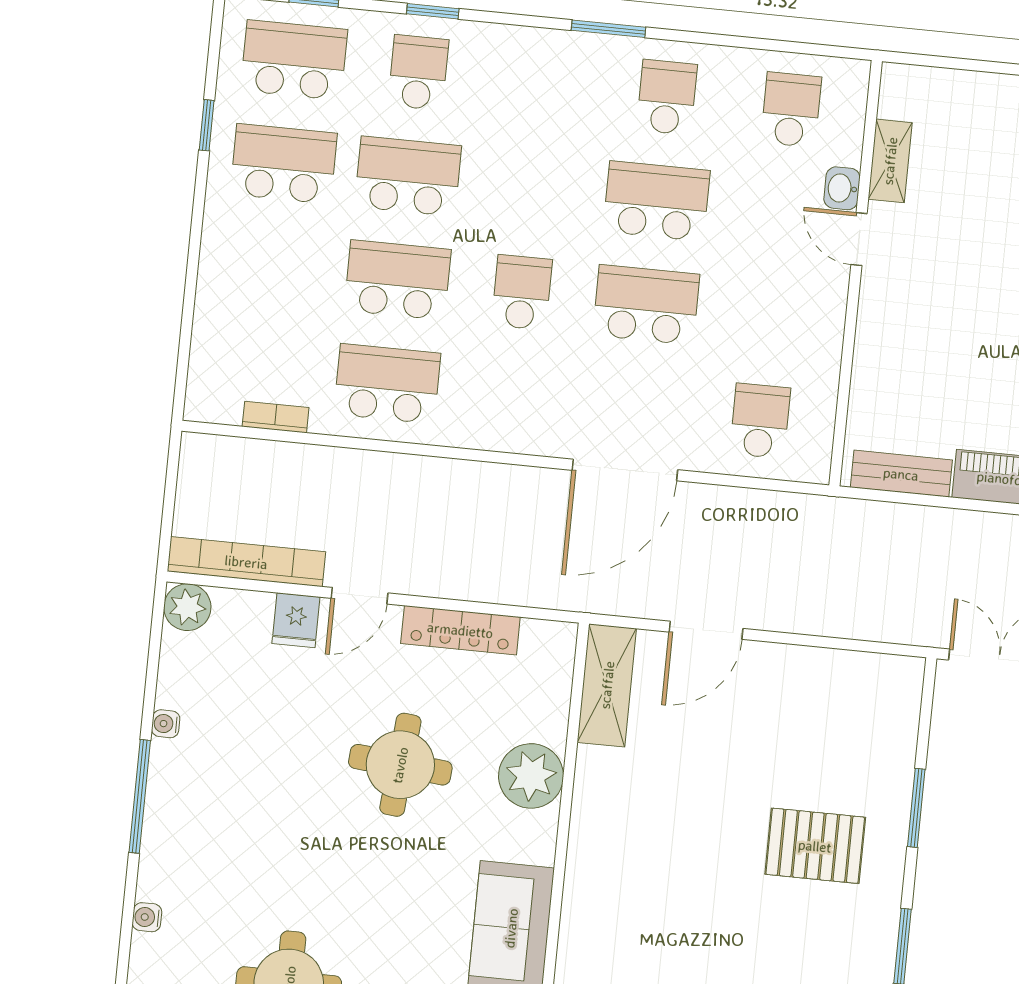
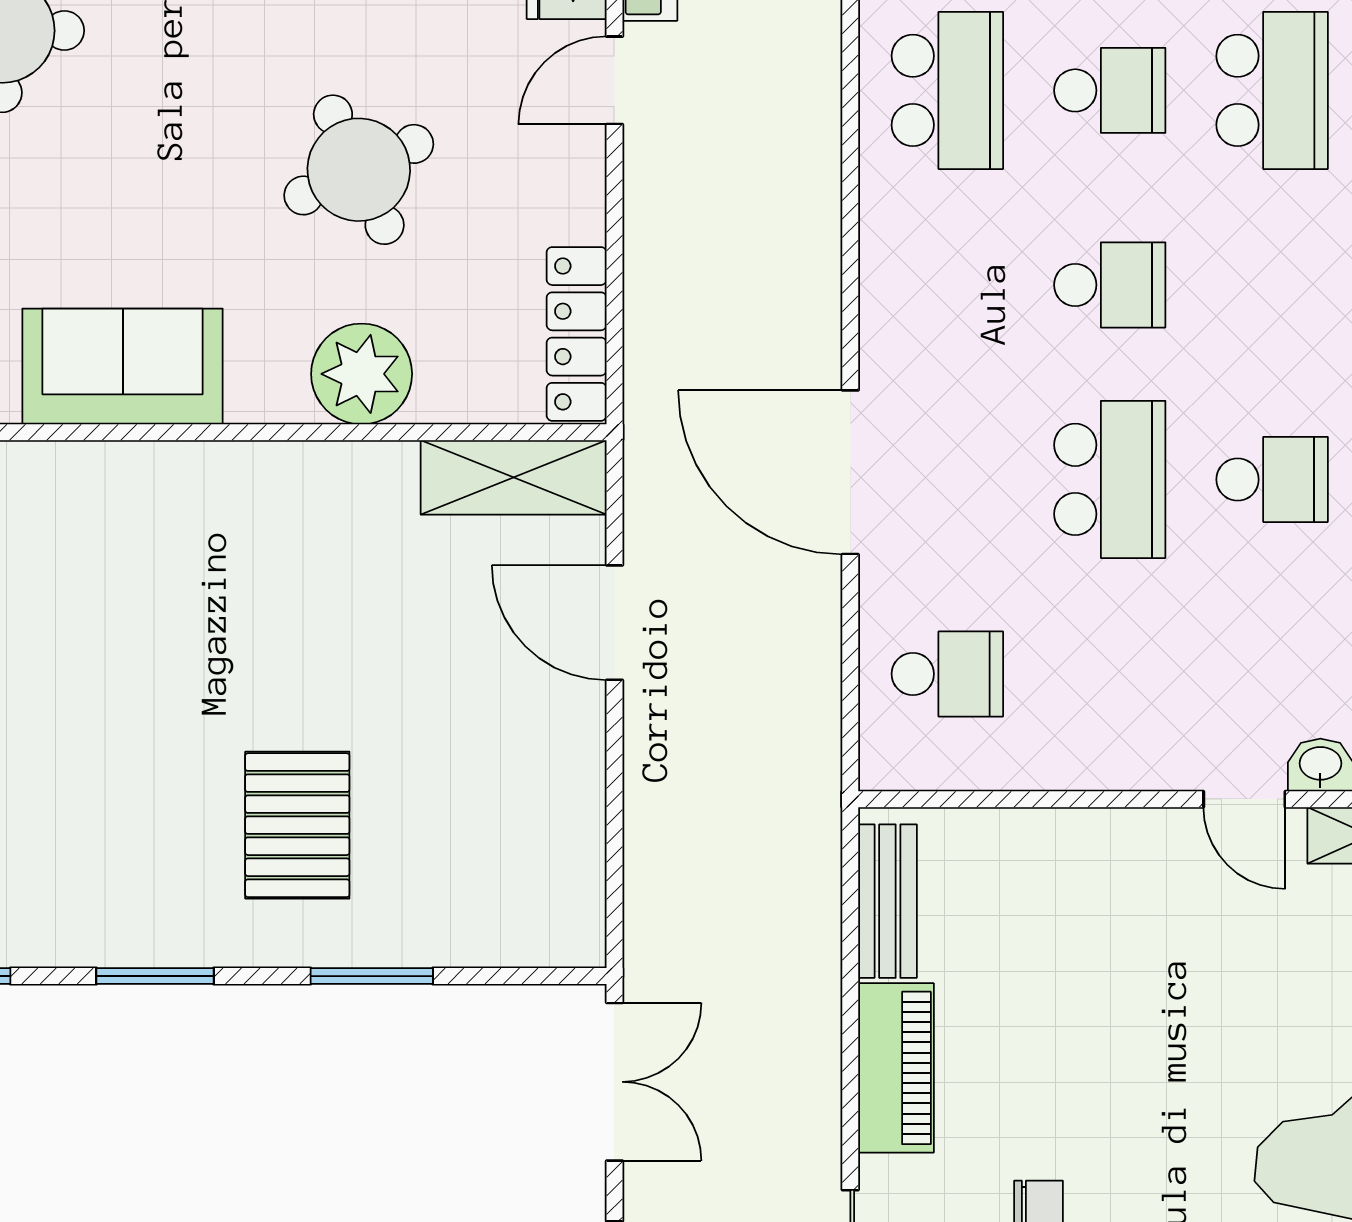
school desk: (656, 201) -> (1272, 479), width x0.54
door: (859, 239) -> (1244, 799), swing flipped
school desk: (398, 280) -> (1110, 90), width x0.54
door: (360, 596) -> (614, 80), hinge flipped
locker: (460, 630) -> (577, 334), moved
round table: (400, 765) -> (359, 170), turned -30

